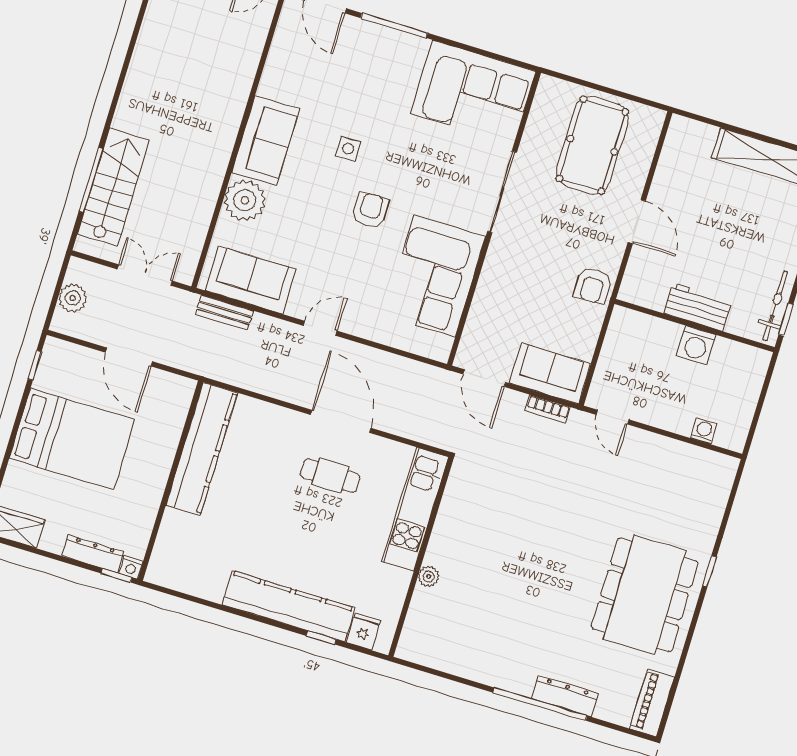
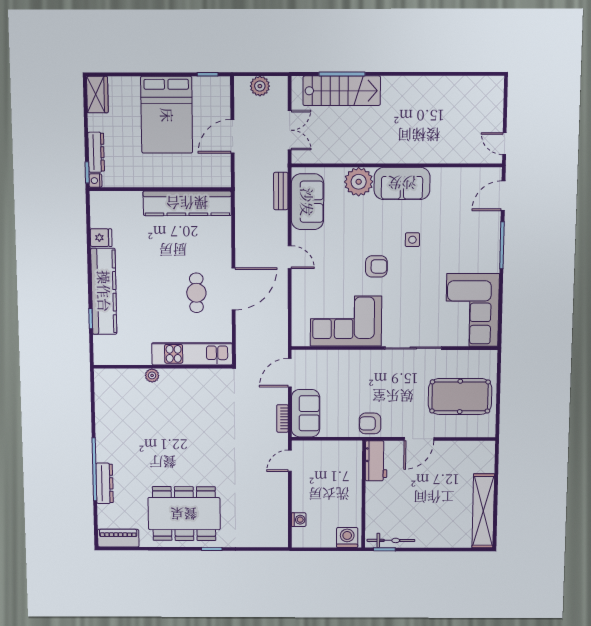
workbench: (698, 307) -> (376, 461), moved
washing machine: (696, 345) -> (347, 537), moved, turned 90
fridge: (363, 631) -> (101, 238), moved

